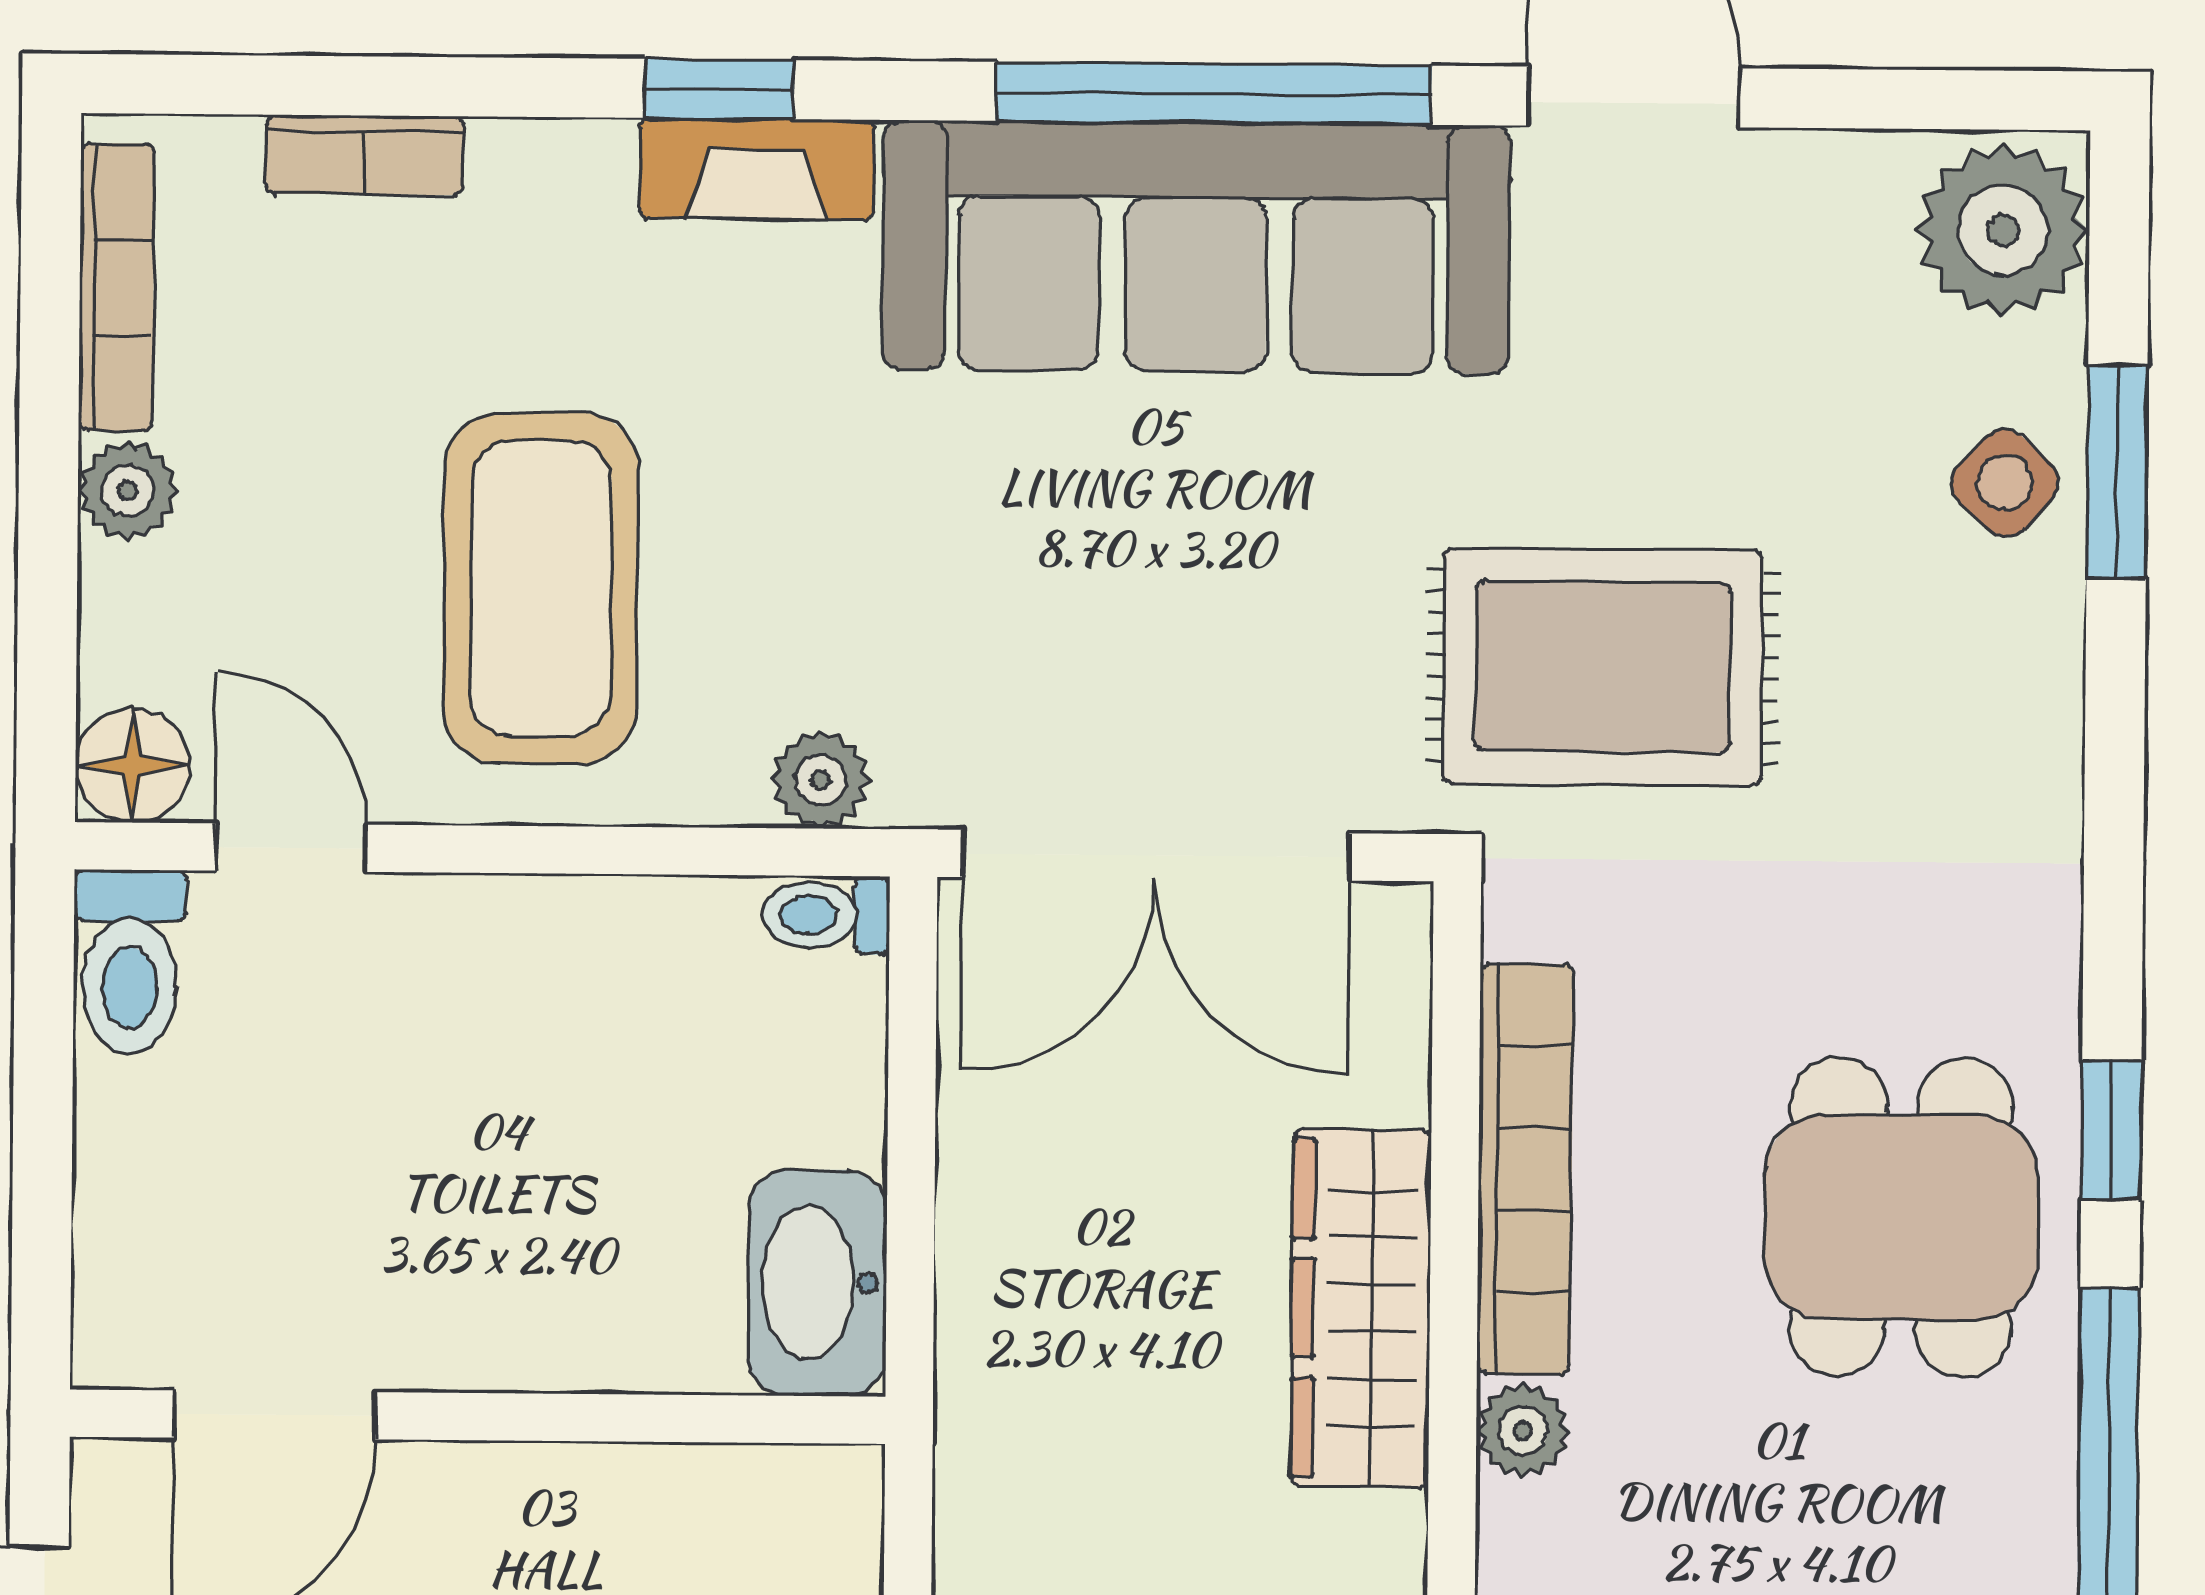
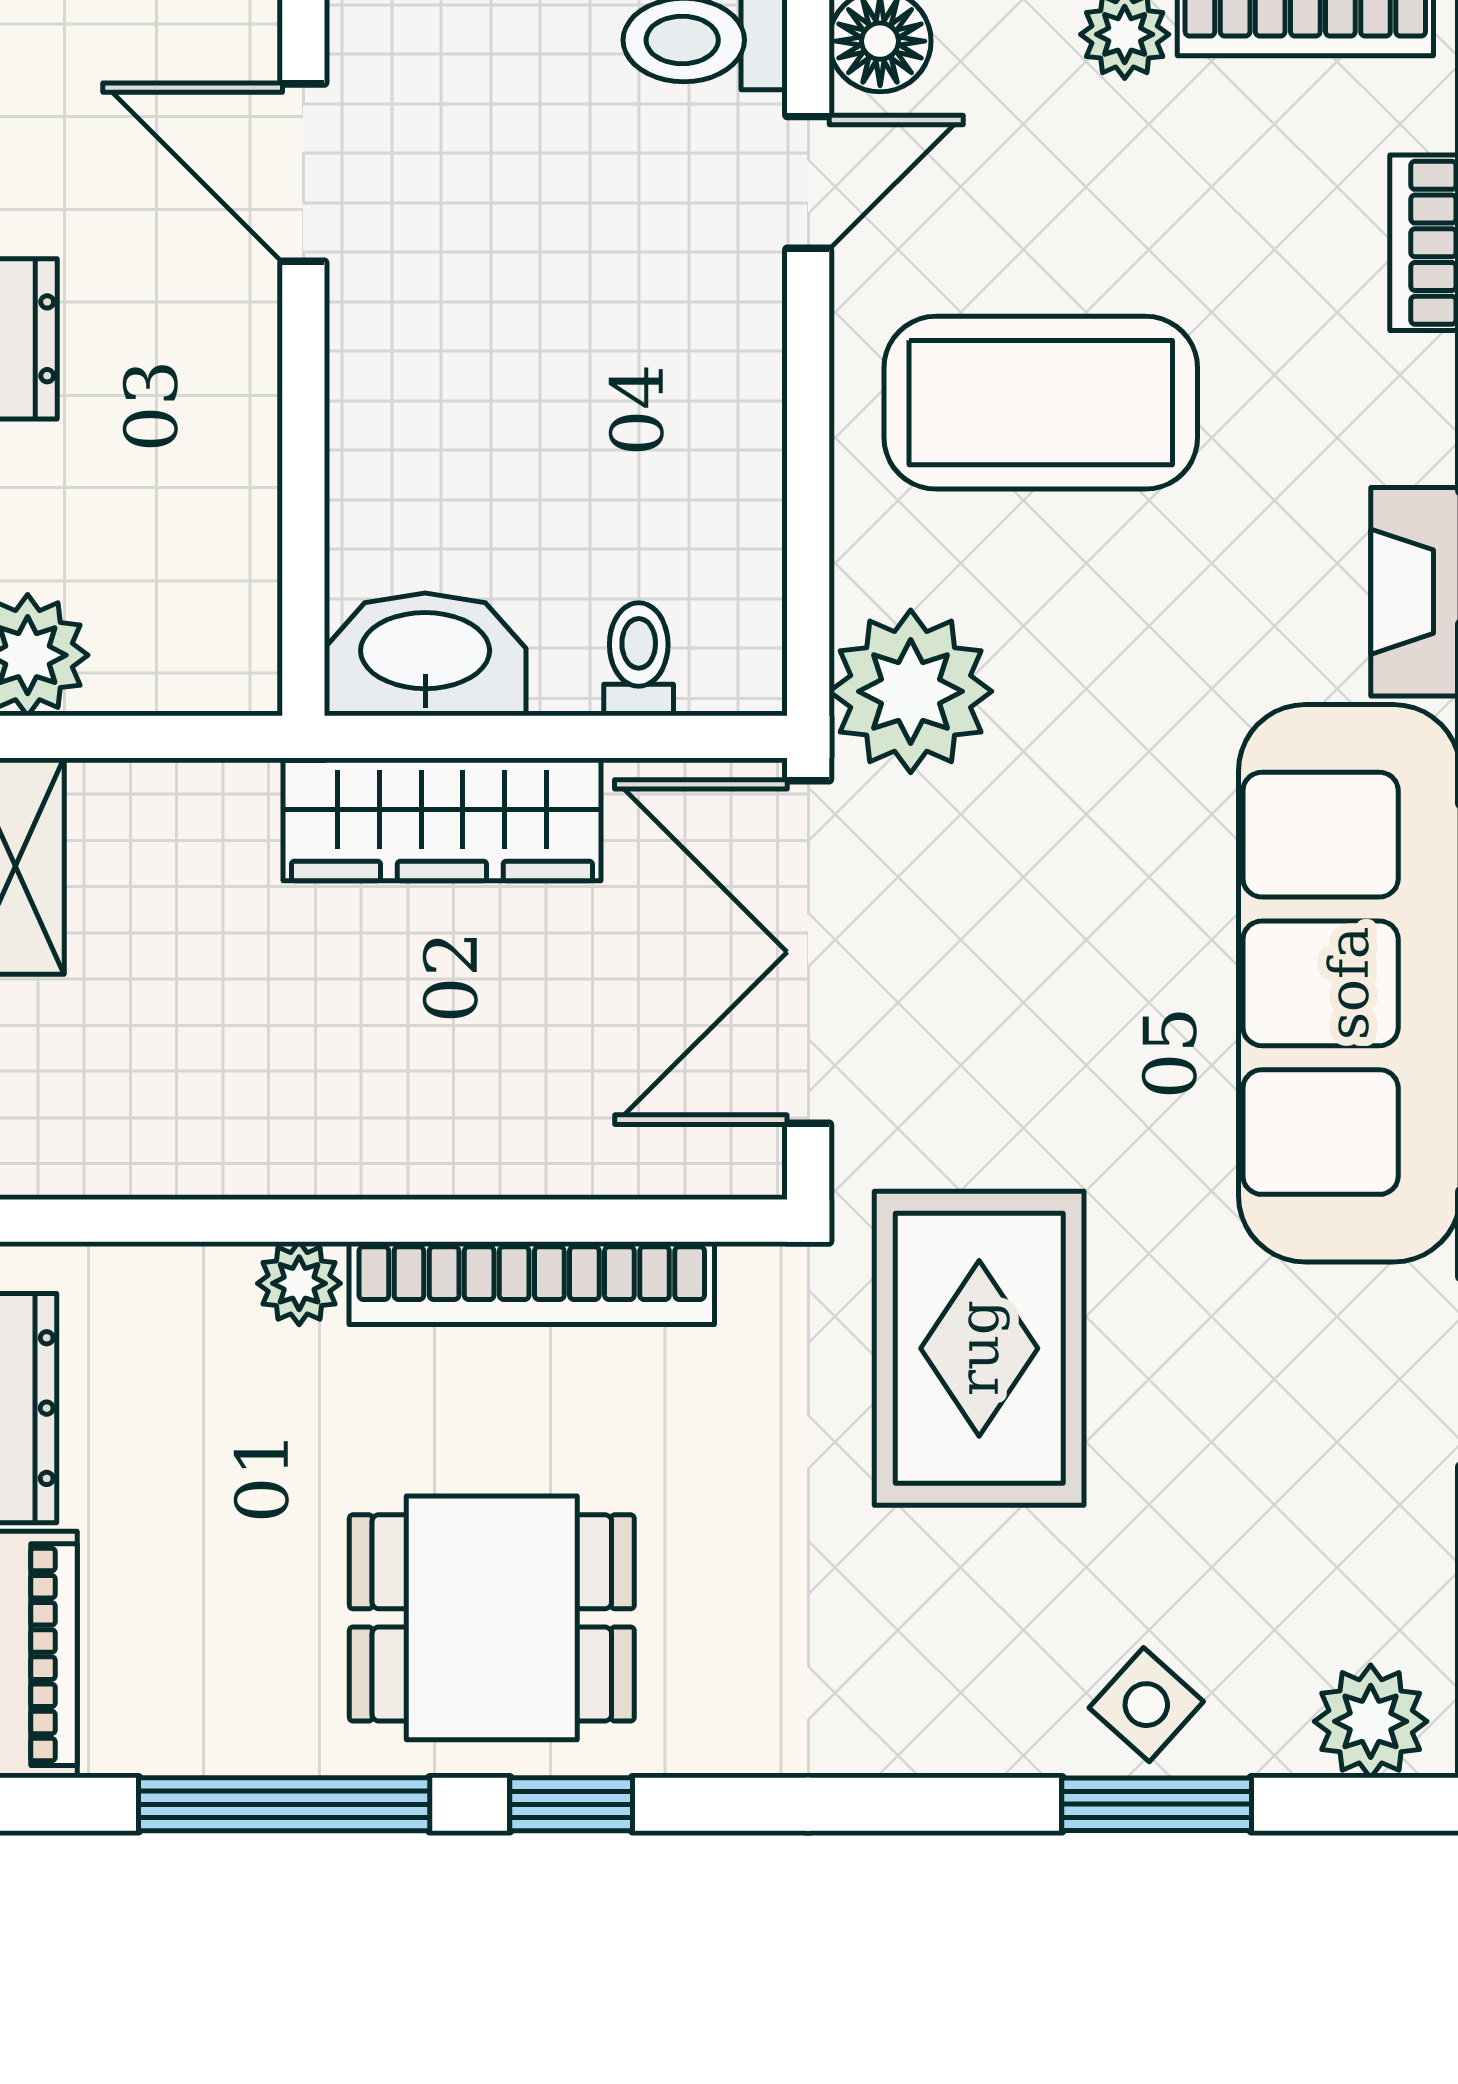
plant: (2003, 230) -> (1371, 1721), width x0.73, depth x0.73
plant: (821, 780) -> (911, 691), width x1.87, depth x1.87
toilet: (826, 915) -> (639, 659), moved
wardrobe: (1361, 1308) -> (442, 819), moved, turned 180

